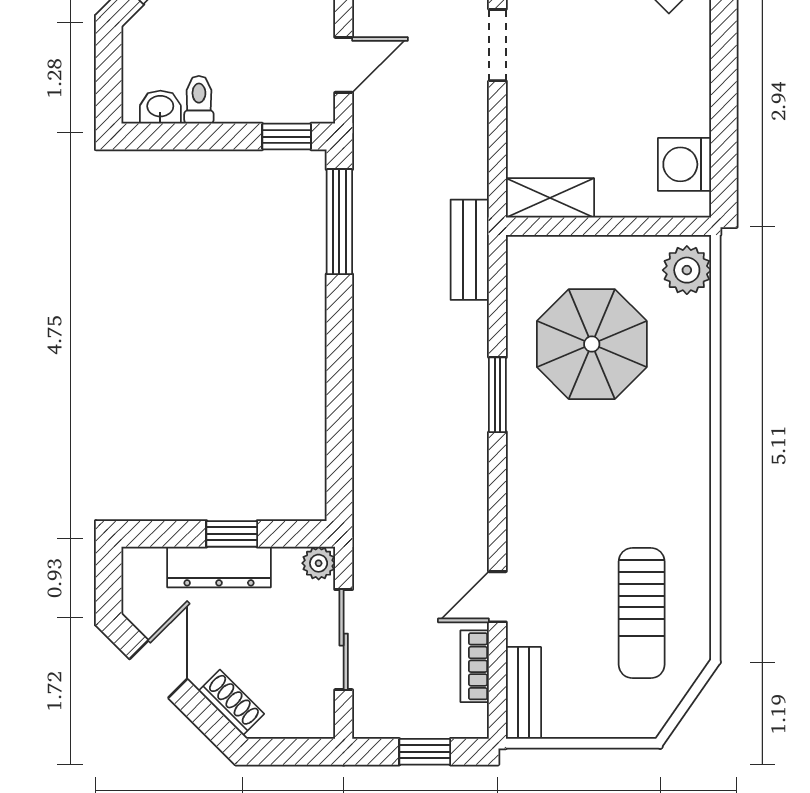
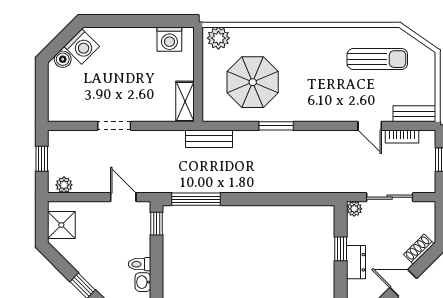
dresser: (219, 567) -> (356, 262), width x0.70

